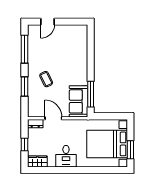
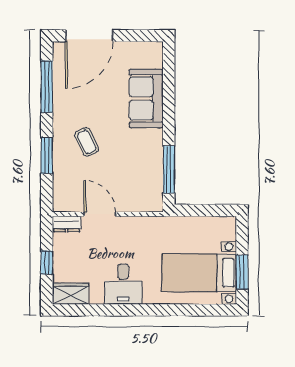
door: (48, 22) -> (89, 36), width x1.88
sofa: (78, 101) -> (146, 98), moved
bed with nightstands: (107, 144) -> (199, 273), width x0.73

